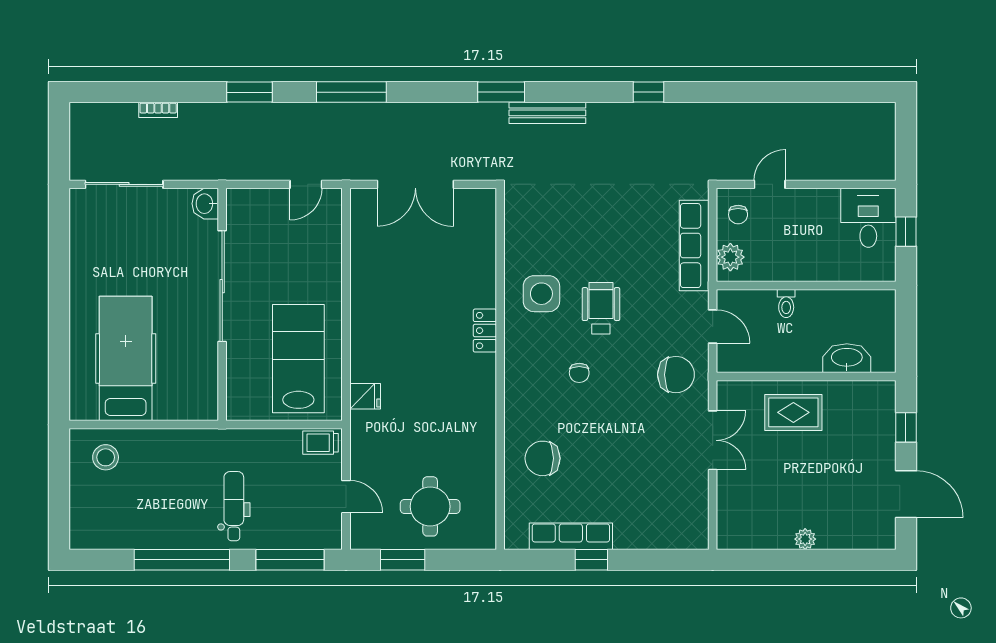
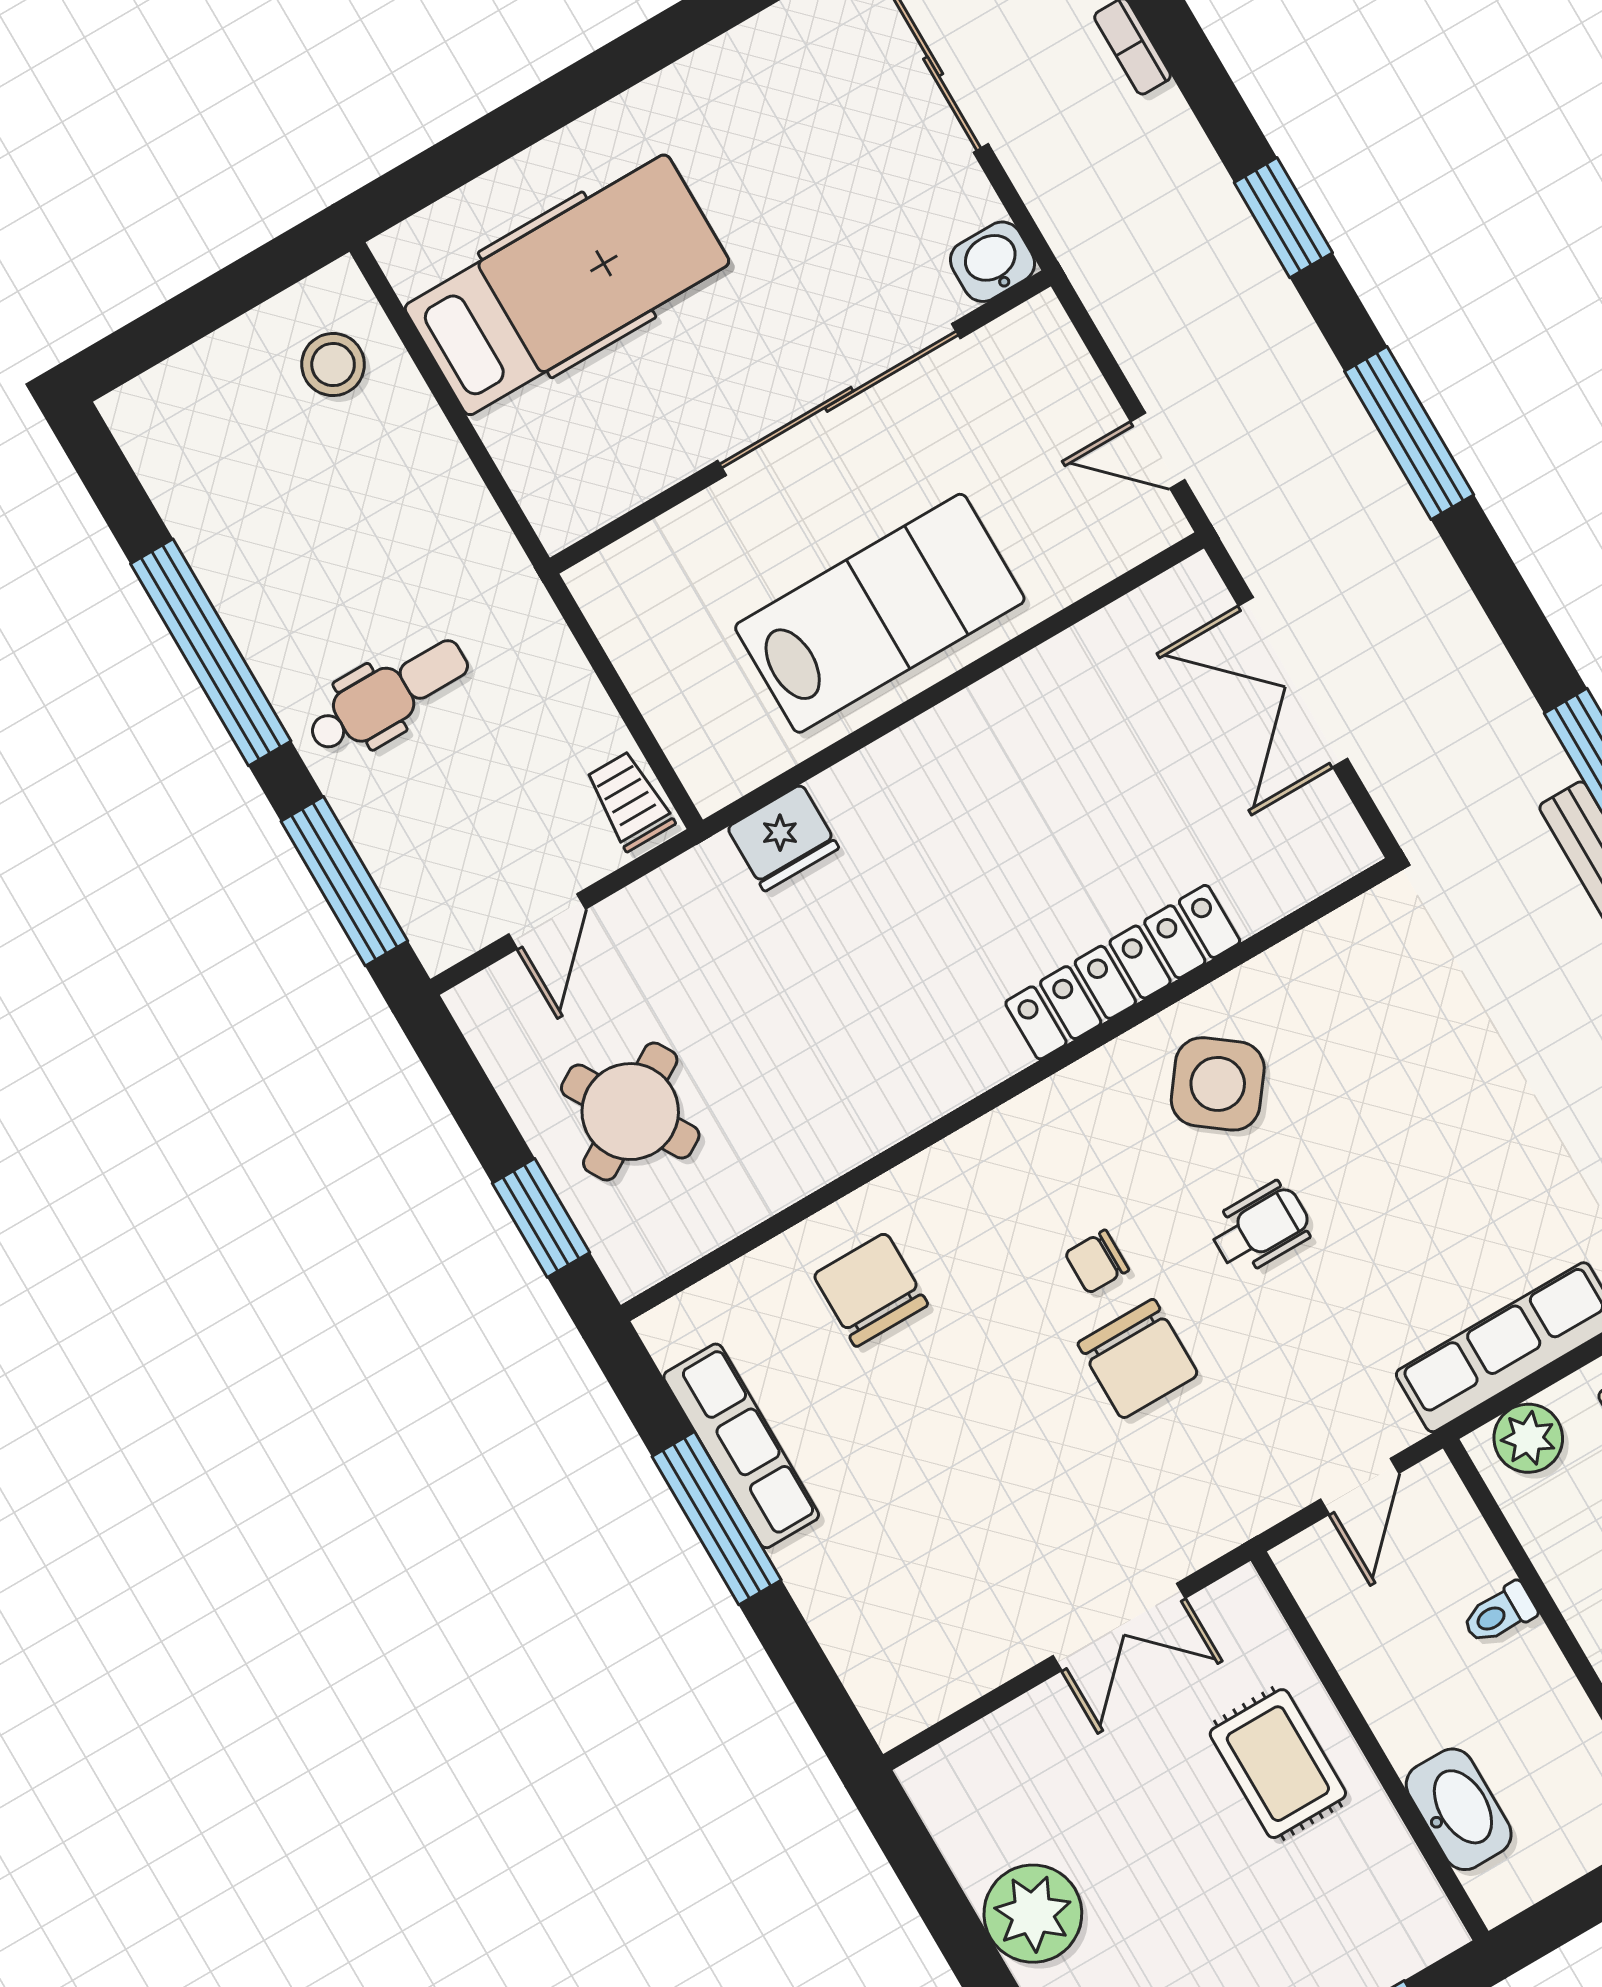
side table: (541, 294) -> (1218, 1084), turned 37
wheelchair: (601, 308) -> (1260, 1228), width x0.73, depth x0.73
locker: (485, 331) -> (1123, 972), width x2.16, depth x1.21
lab bench: (298, 359) -> (880, 613), moved
chair: (676, 375) -> (1138, 1359), moved
fridge: (365, 396) -> (783, 838), width x1.38
round table: (430, 506) -> (630, 1112), turned -31
plant: (805, 539) -> (1033, 1914), width x1.87, depth x1.87
window: (403, 560) -> (541, 1218), moved
window: (591, 560) -> (717, 1518), width x2.17

